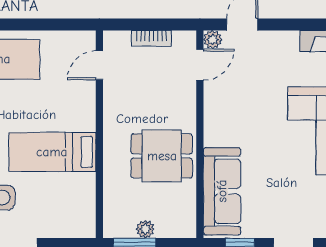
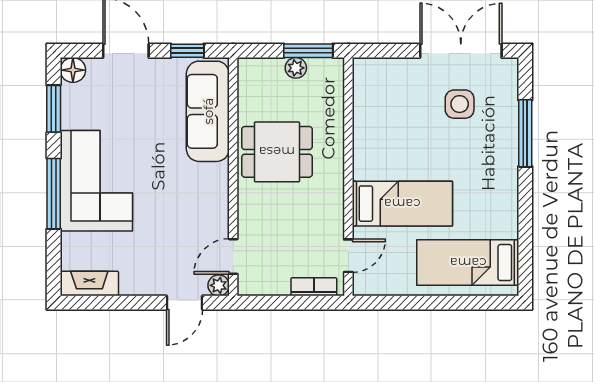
bookcase: (151, 38) -> (314, 287), moved
bed: (52, 152) -> (402, 204), moved

